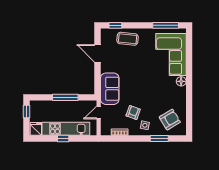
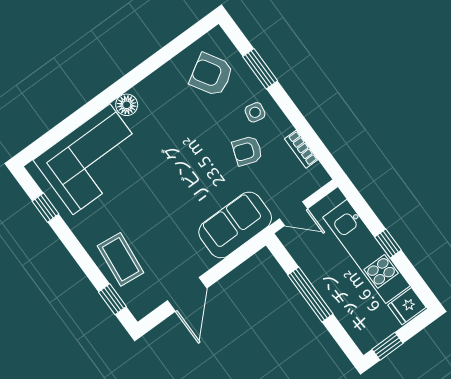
window: (166, 25) -> (45, 208), width x0.46

